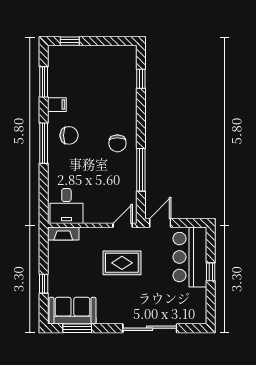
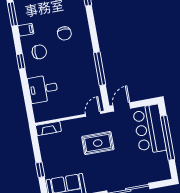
window: (44, 143) -> (21, 61), width x0.46
chair: (117, 143) -> (64, 33), moved
desk: (66, 206) -> (43, 89), moved, turned 90
window: (211, 272) -> (168, 138), width x3.17

